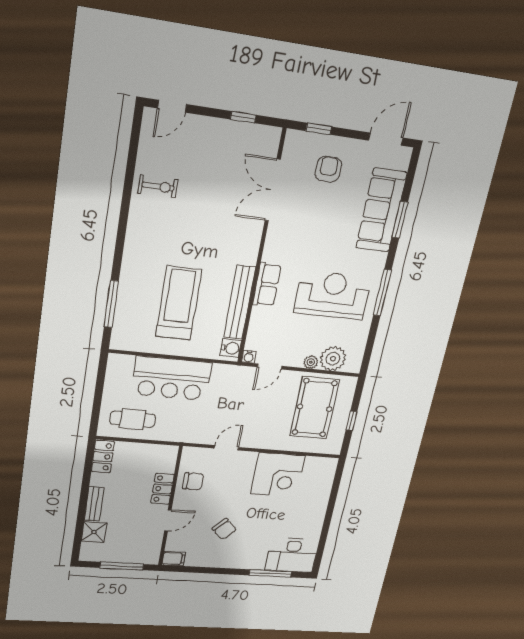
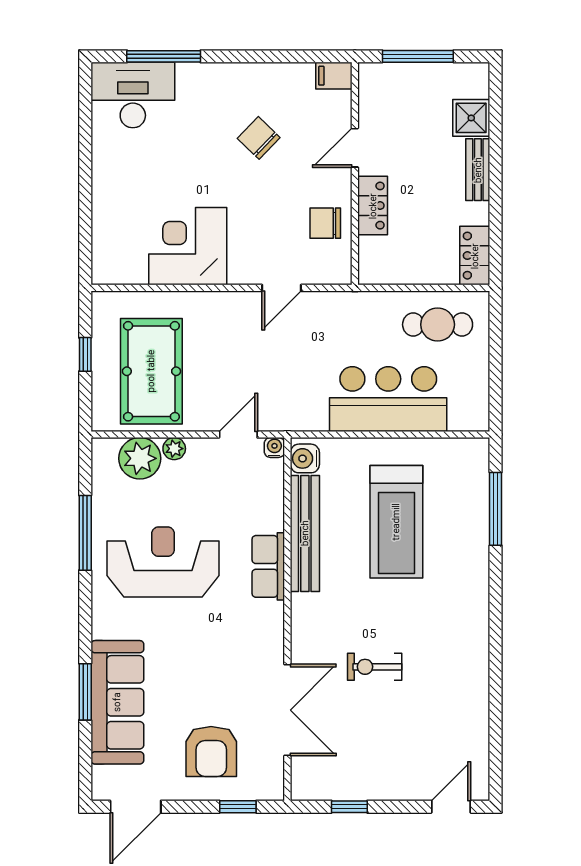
armchair: (328, 169) -> (211, 752), width x1.38, depth x1.38
exercise bike: (158, 186) -> (375, 667), moved
window: (382, 293) -> (85, 533), moved
reception desk: (333, 295) -> (163, 562), turned 180

